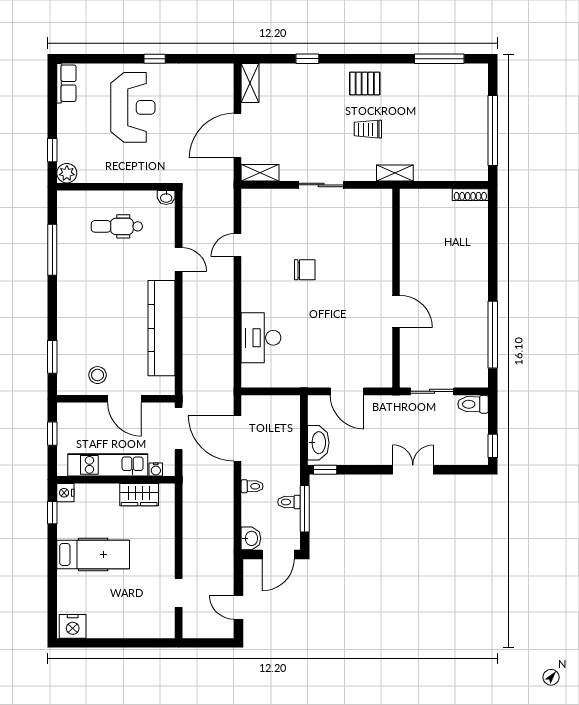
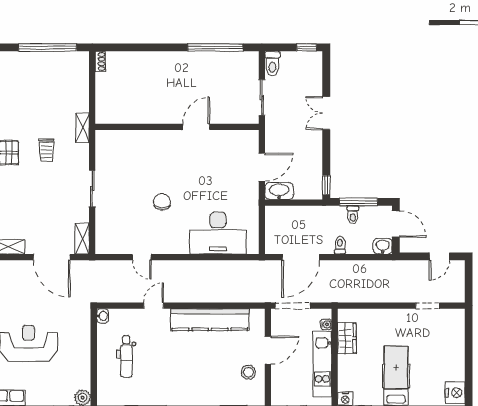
shoe rack: (470, 195) -> (100, 61), width x0.70
desk: (261, 338) -> (218, 233), width x1.36, depth x1.30
washbasin: (318, 443) -> (279, 191), moved

